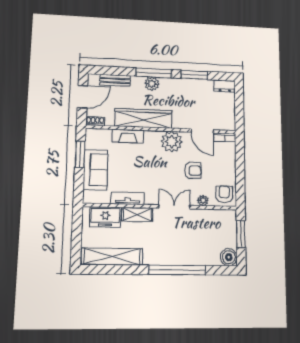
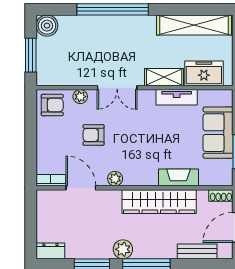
plant: (152, 84) -> (123, 249), moved
plant: (172, 142) -> (115, 179), width x0.53, depth x0.53
armchair: (224, 194) -> (52, 105), turned -90

